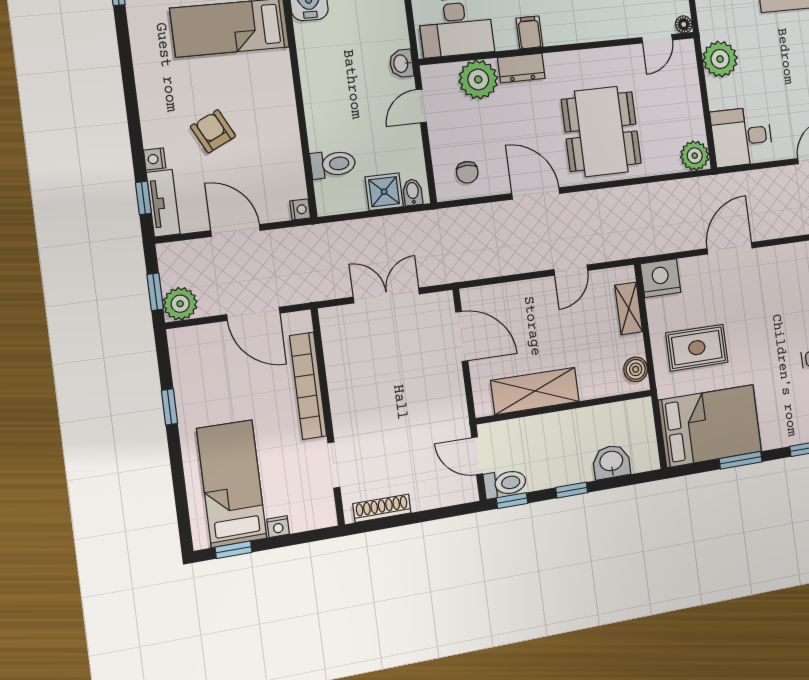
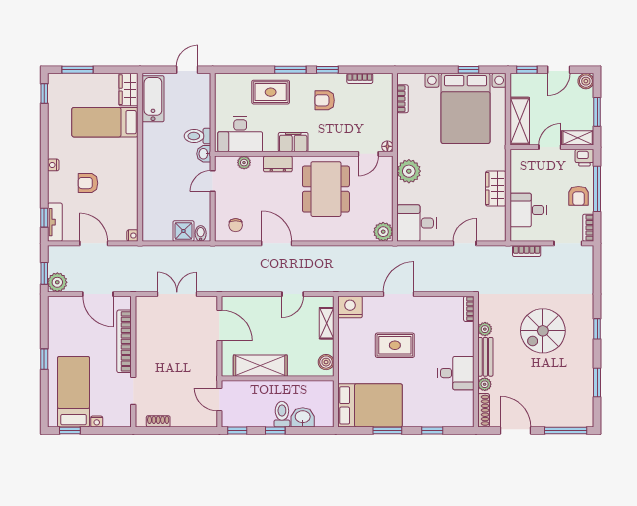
filing cabinet: (529, 32) -> (293, 142), width x2.00
plant: (478, 79) -> (244, 163), width x0.53, depth x0.53
armchair: (213, 131) -> (88, 183), turned -64
dining table: (601, 132) -> (326, 189), moved
nightstand: (155, 159) -> (53, 165), moved
toilet: (333, 164) -> (197, 136), moved, turned 180
rug: (697, 348) -> (395, 345), moved
window: (169, 407) -> (44, 359), moved
toilet: (505, 483) -> (282, 414), moved, turned -90
shoe rack: (382, 508) -> (158, 421), width x0.70

